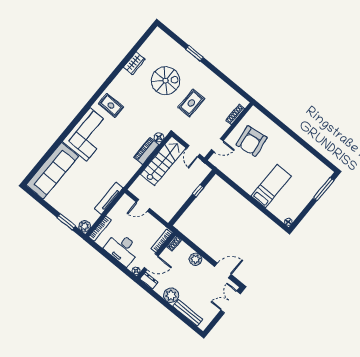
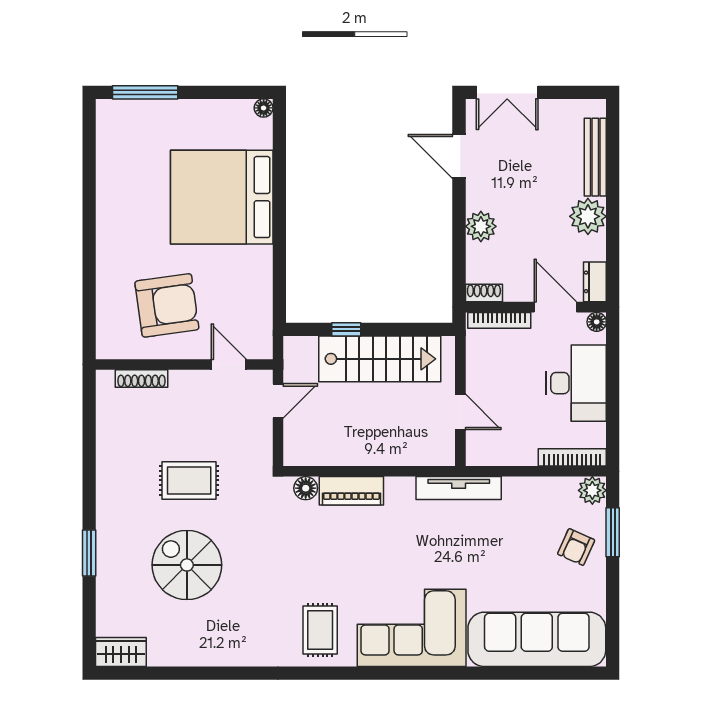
wardrobe: (134, 63) -> (121, 652), moved
stairs: (163, 161) -> (380, 359), moved, turned 180
bed: (271, 186) -> (222, 197), width x2.04
tv unit: (109, 198) -> (459, 488), moved
armchair: (71, 207) -> (576, 547), added

